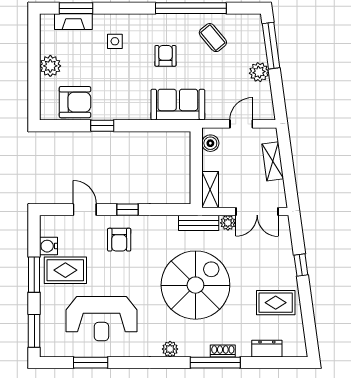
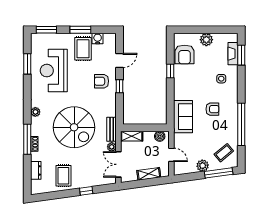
coffee table: (213, 38) -> (224, 153), moved

